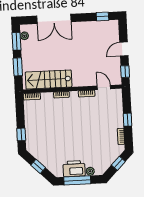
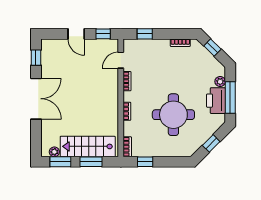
double door: (54, 19) -> (36, 99), moved
stairs: (49, 79) -> (88, 146), moved, turned 90
window: (128, 120) -> (145, 34), moved
window: (21, 134) -> (145, 162), moved
round table: (61, 134) -> (173, 115), added

